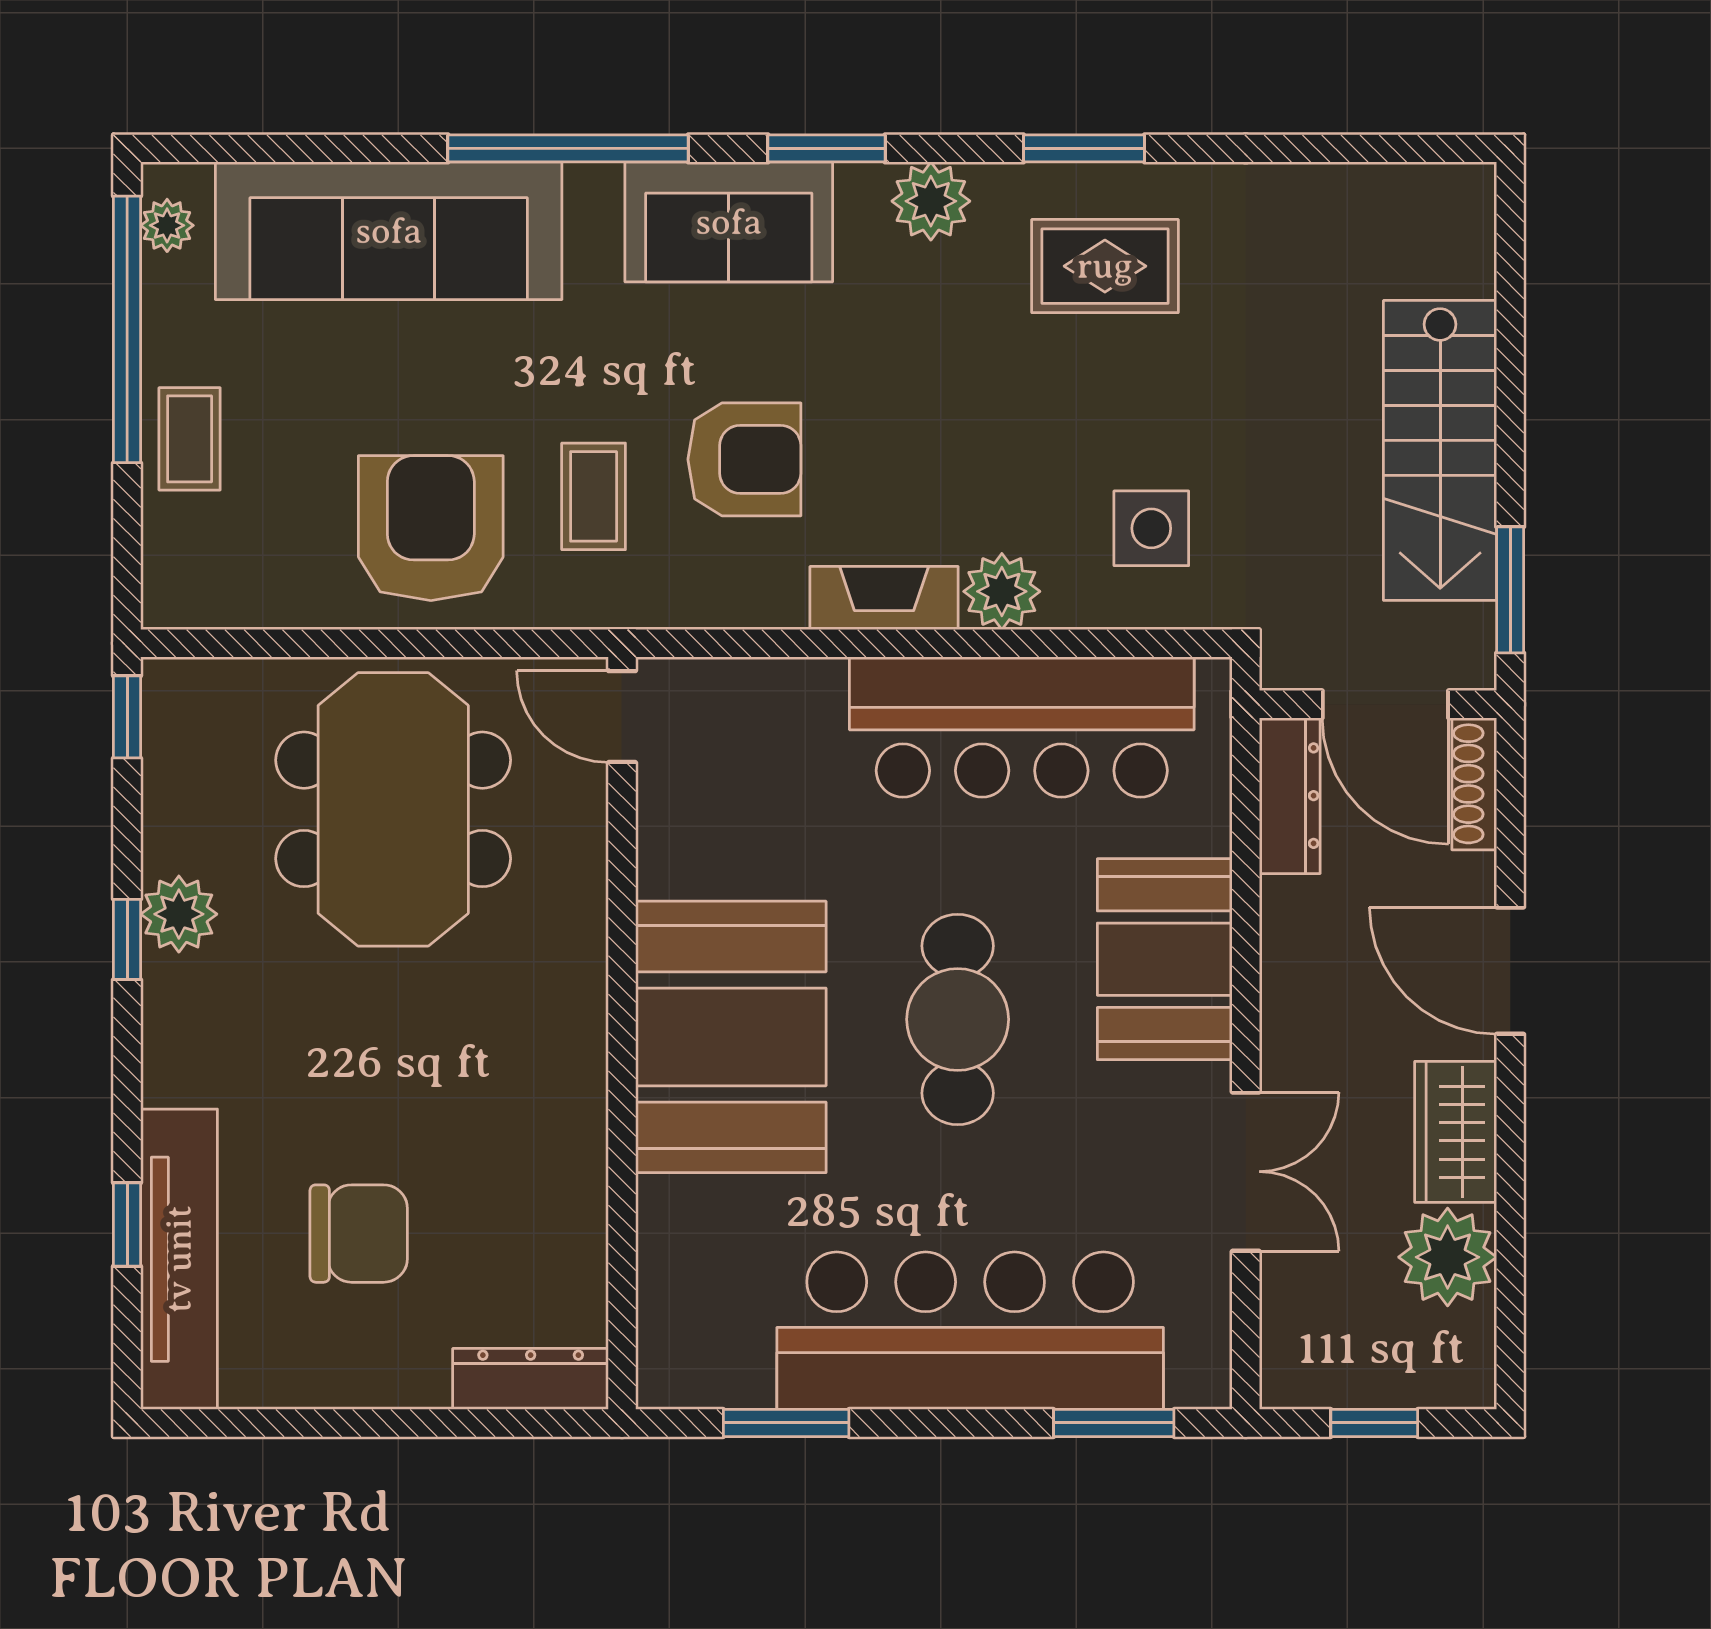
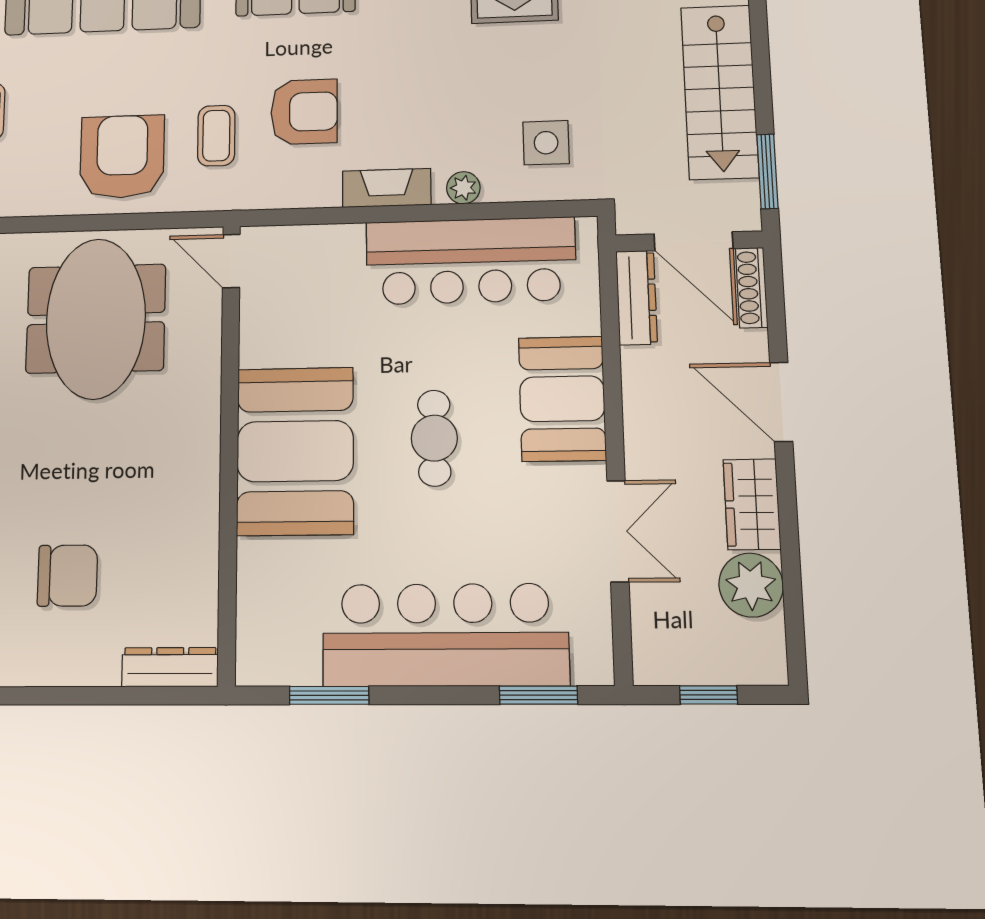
plant: (1002, 591) -> (463, 188), width x0.73, depth x0.73
cafe table: (958, 1019) -> (434, 438), width x0.73, depth x0.74

